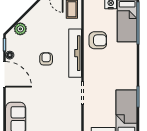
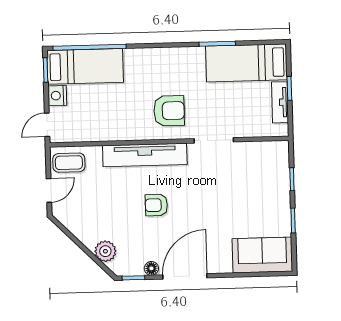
armchair: (98, 40) -> (169, 111), moved, turned 90

